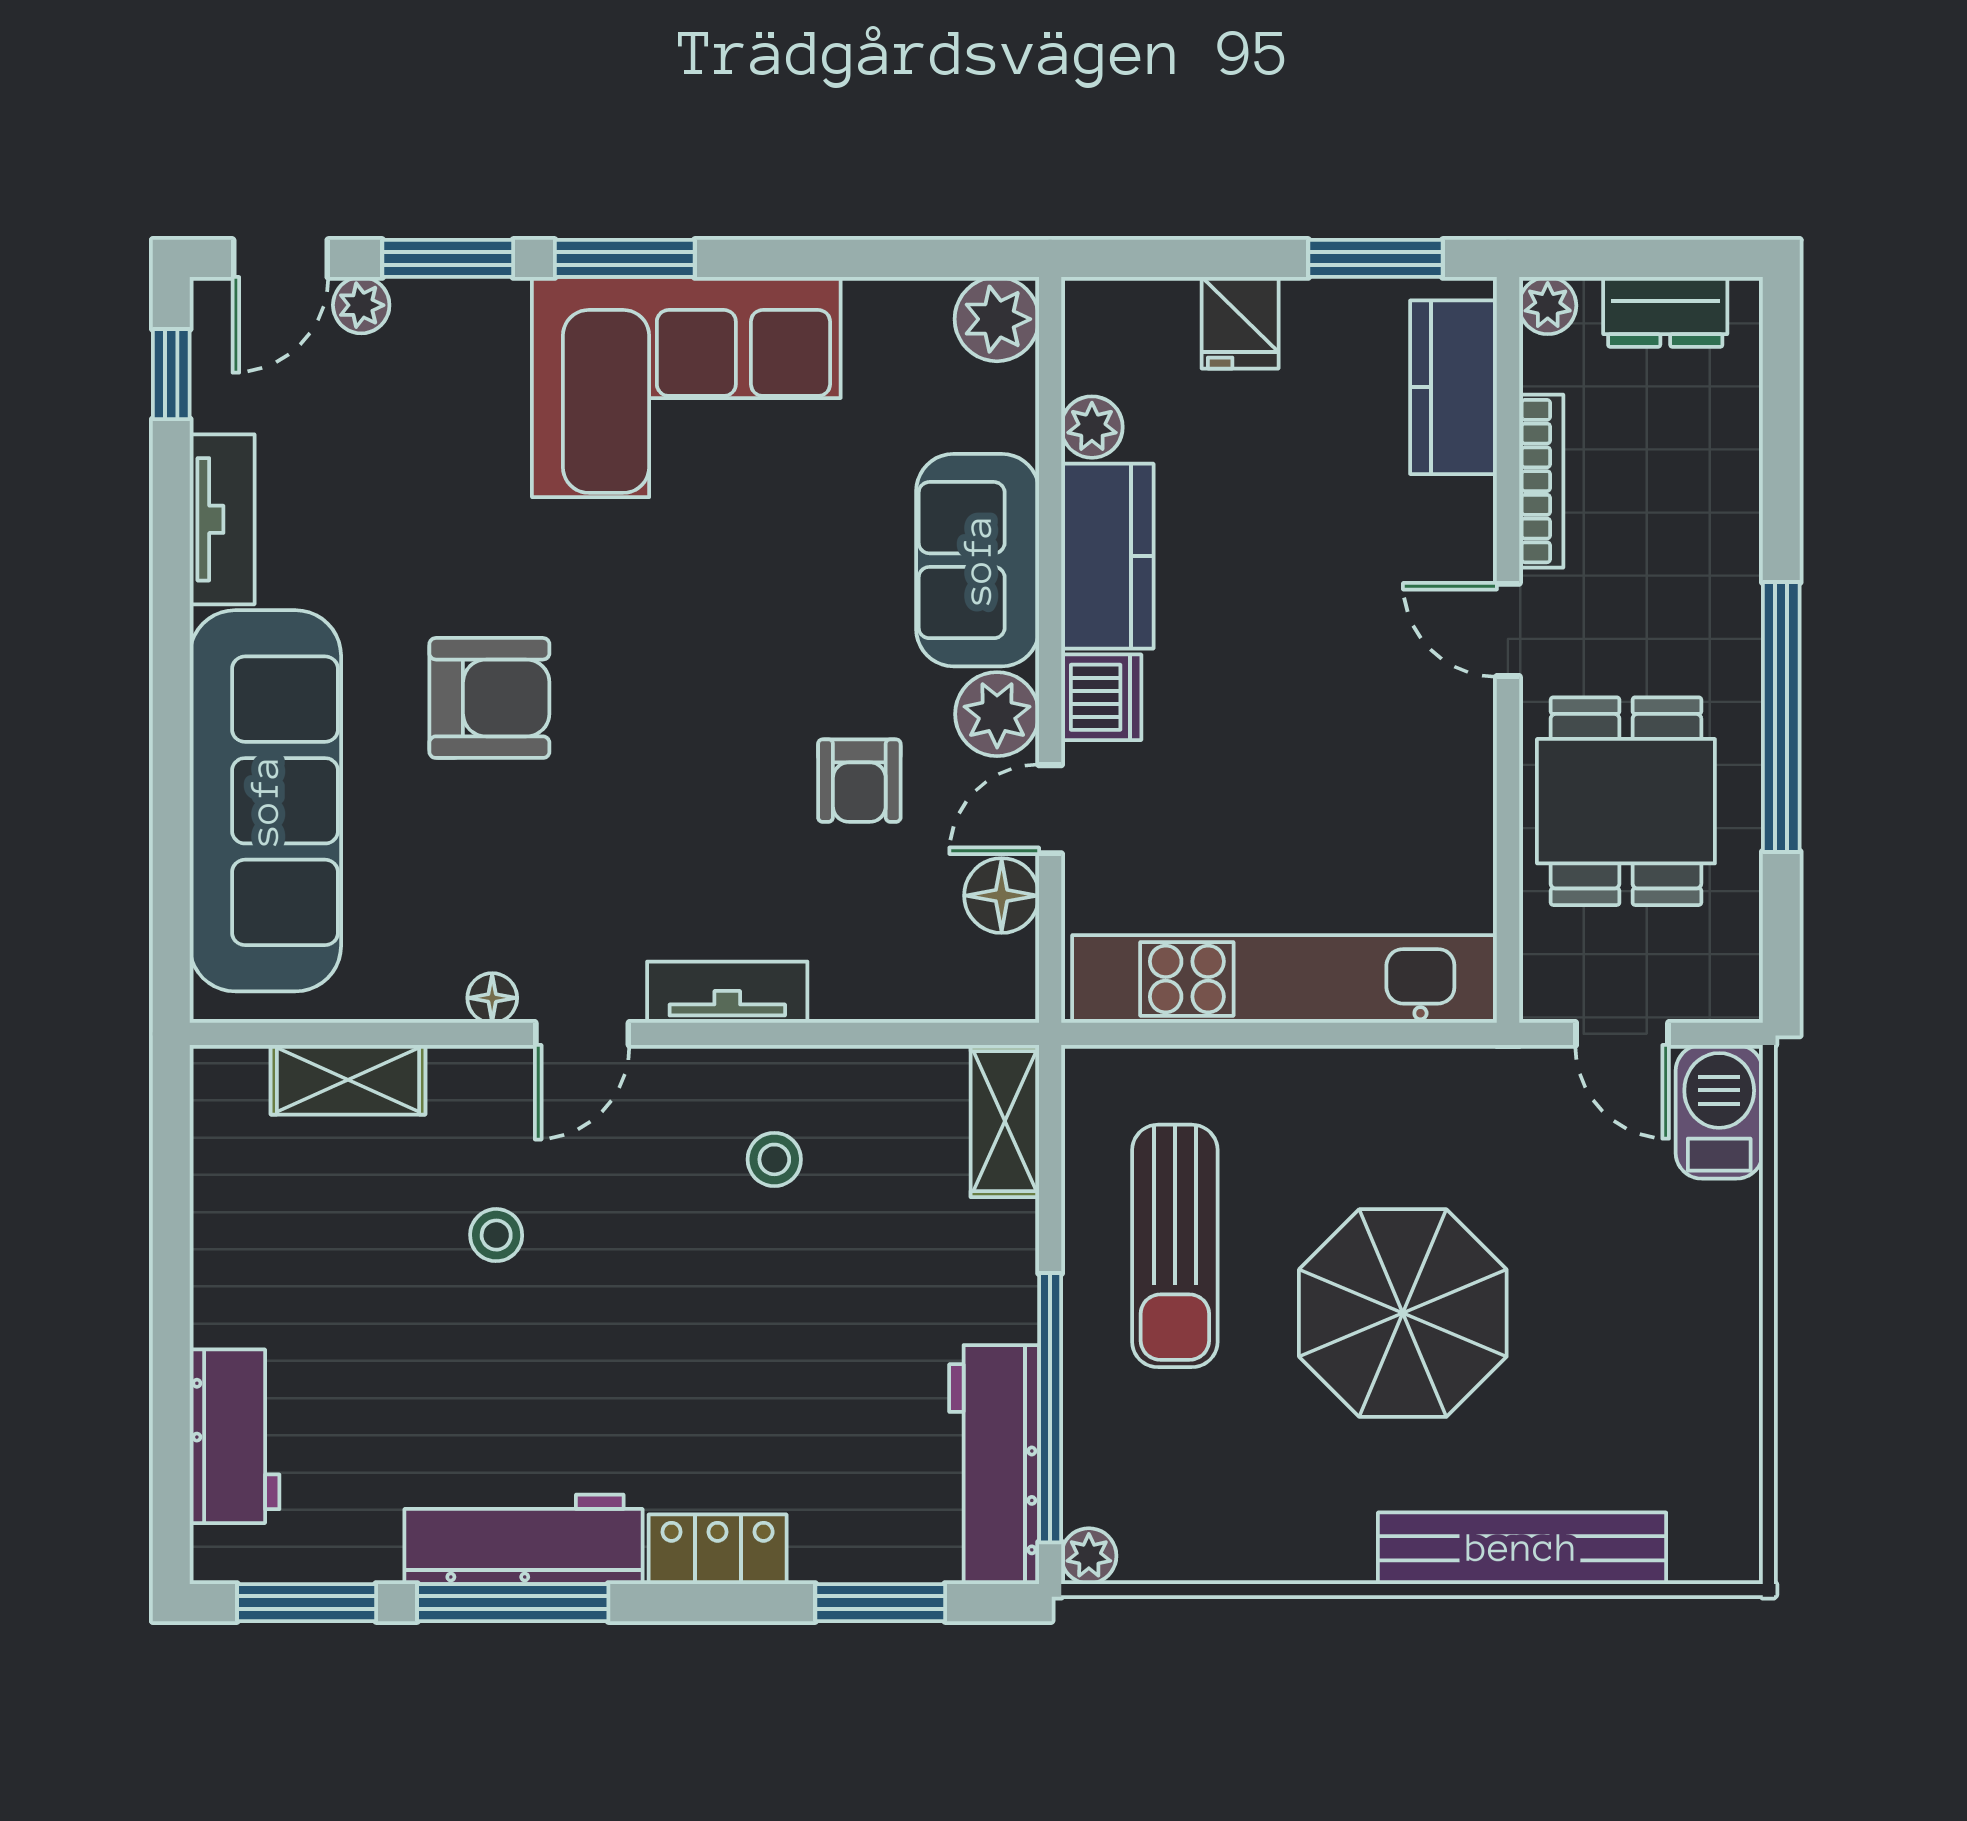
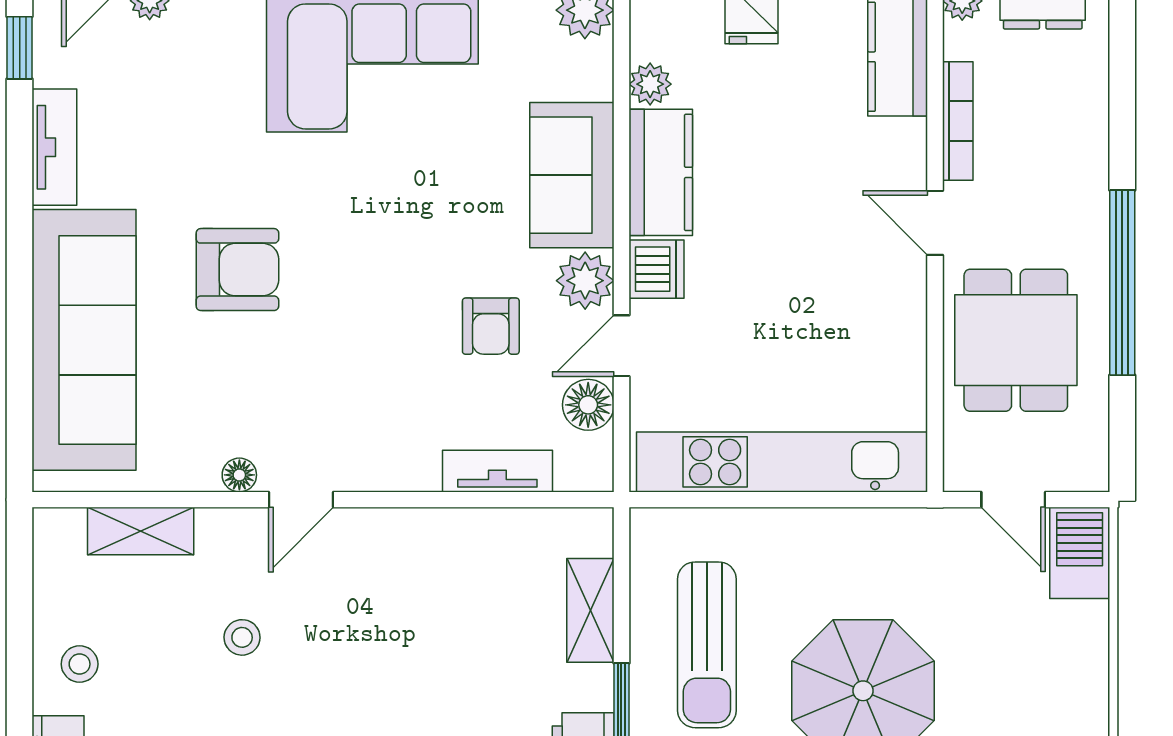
tv unit: (727, 992) -> (497, 471), moved
shelving: (1005, 1121) -> (590, 610), moved
stool: (774, 1159) -> (80, 664), moved

